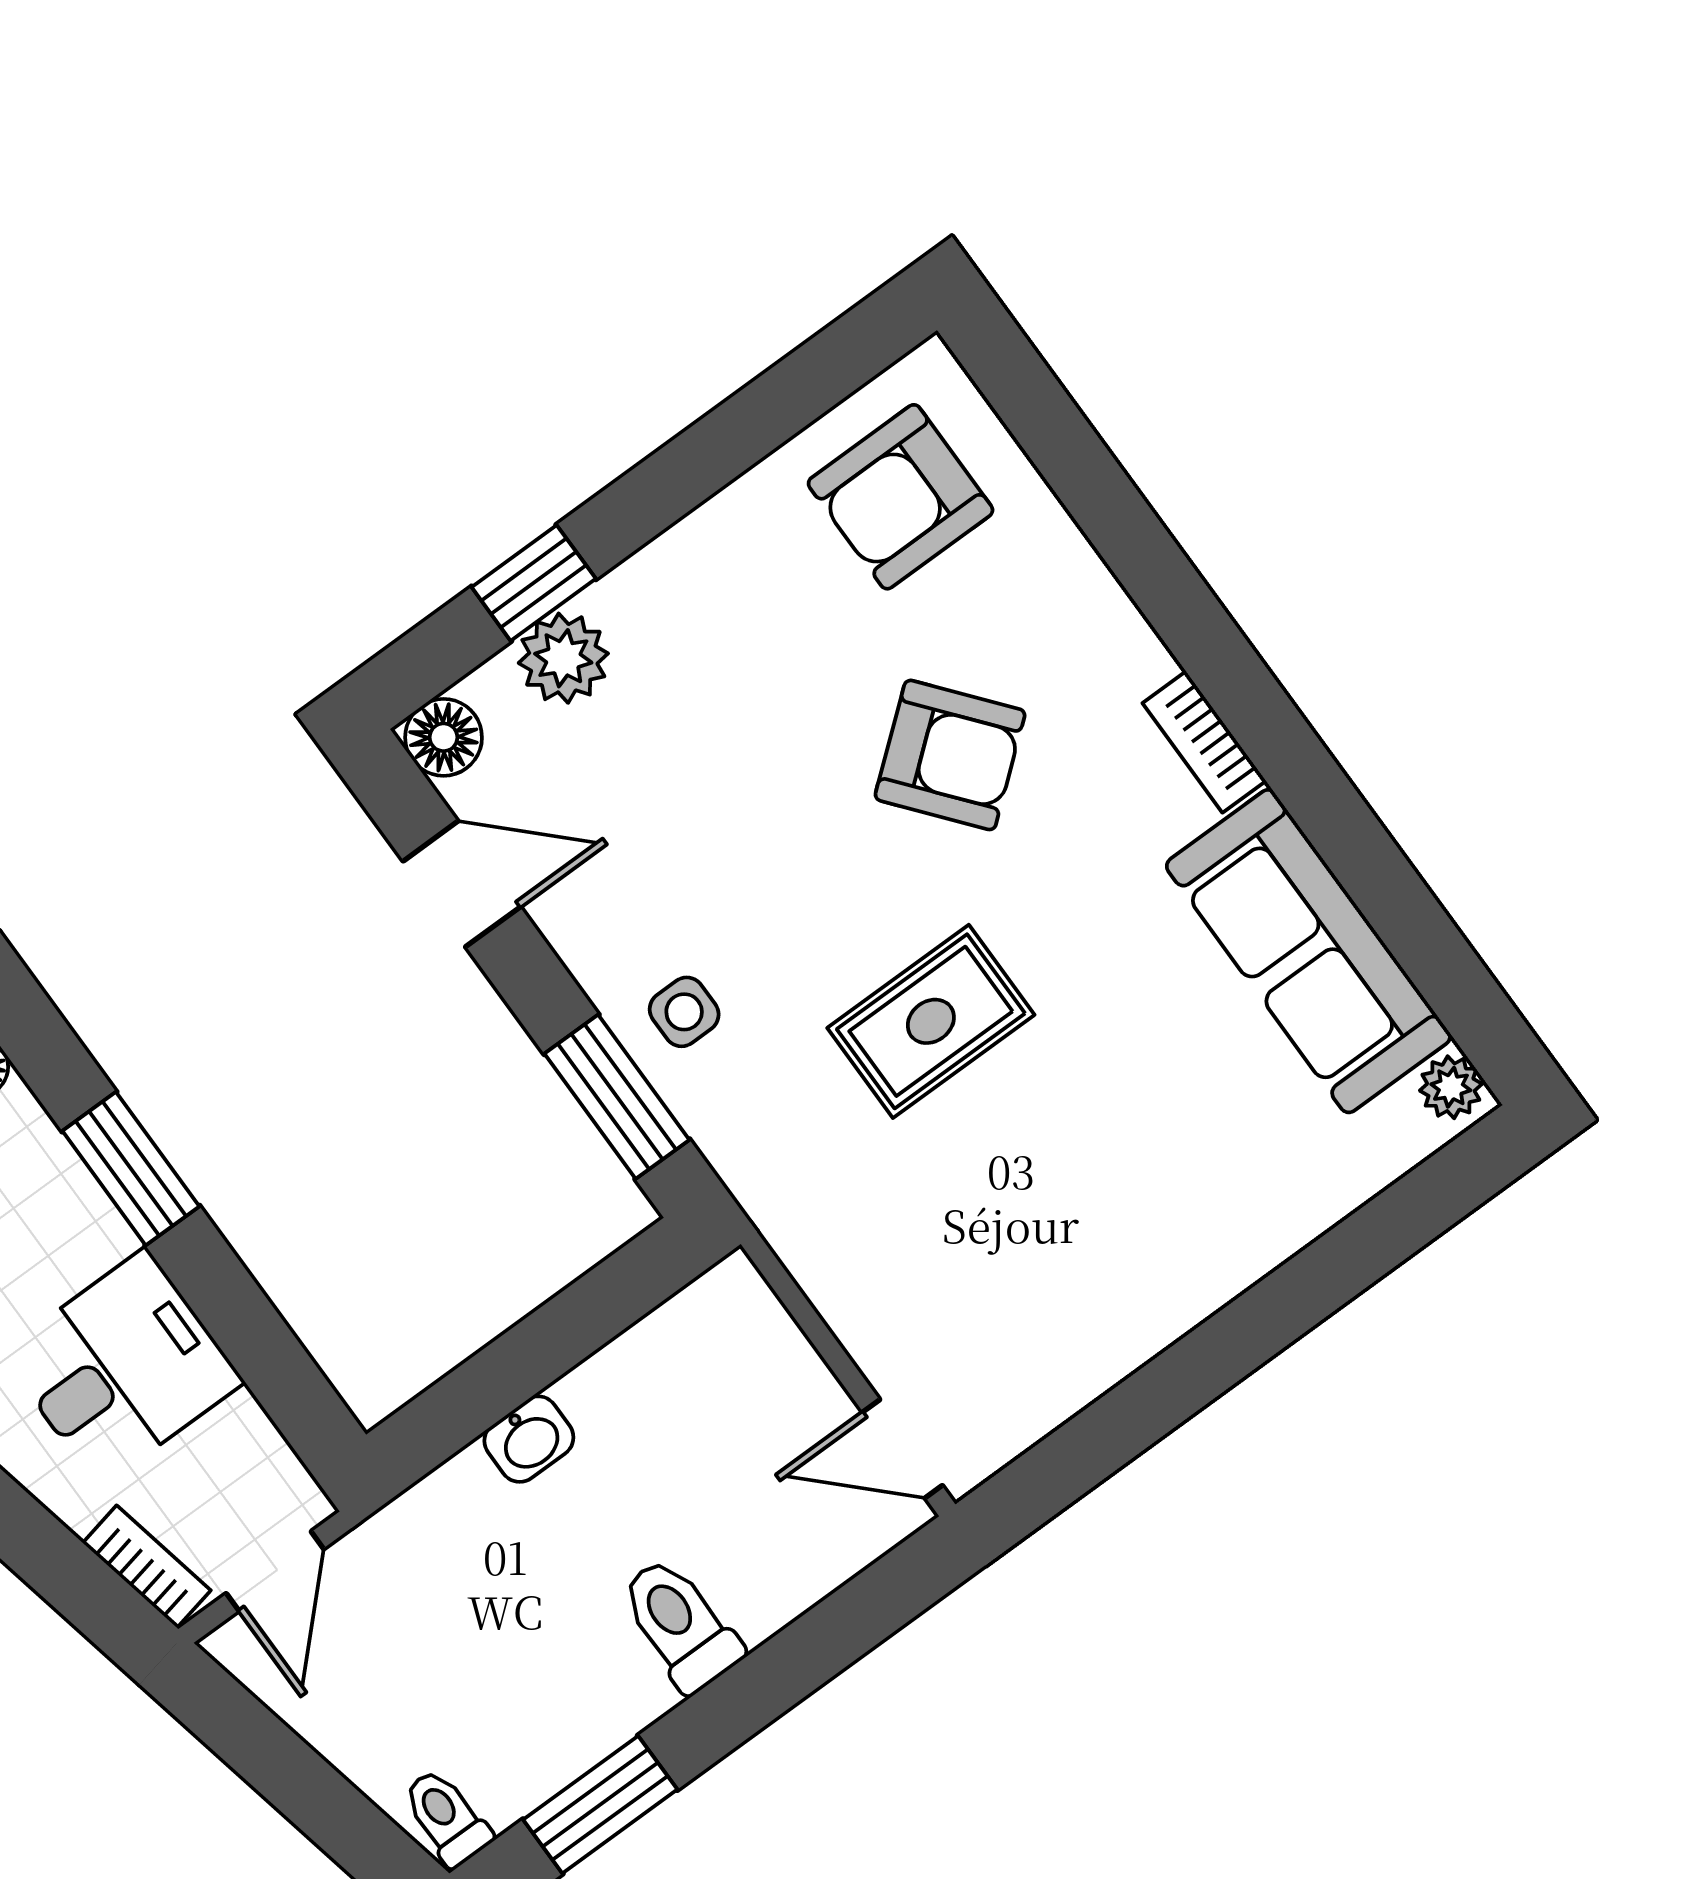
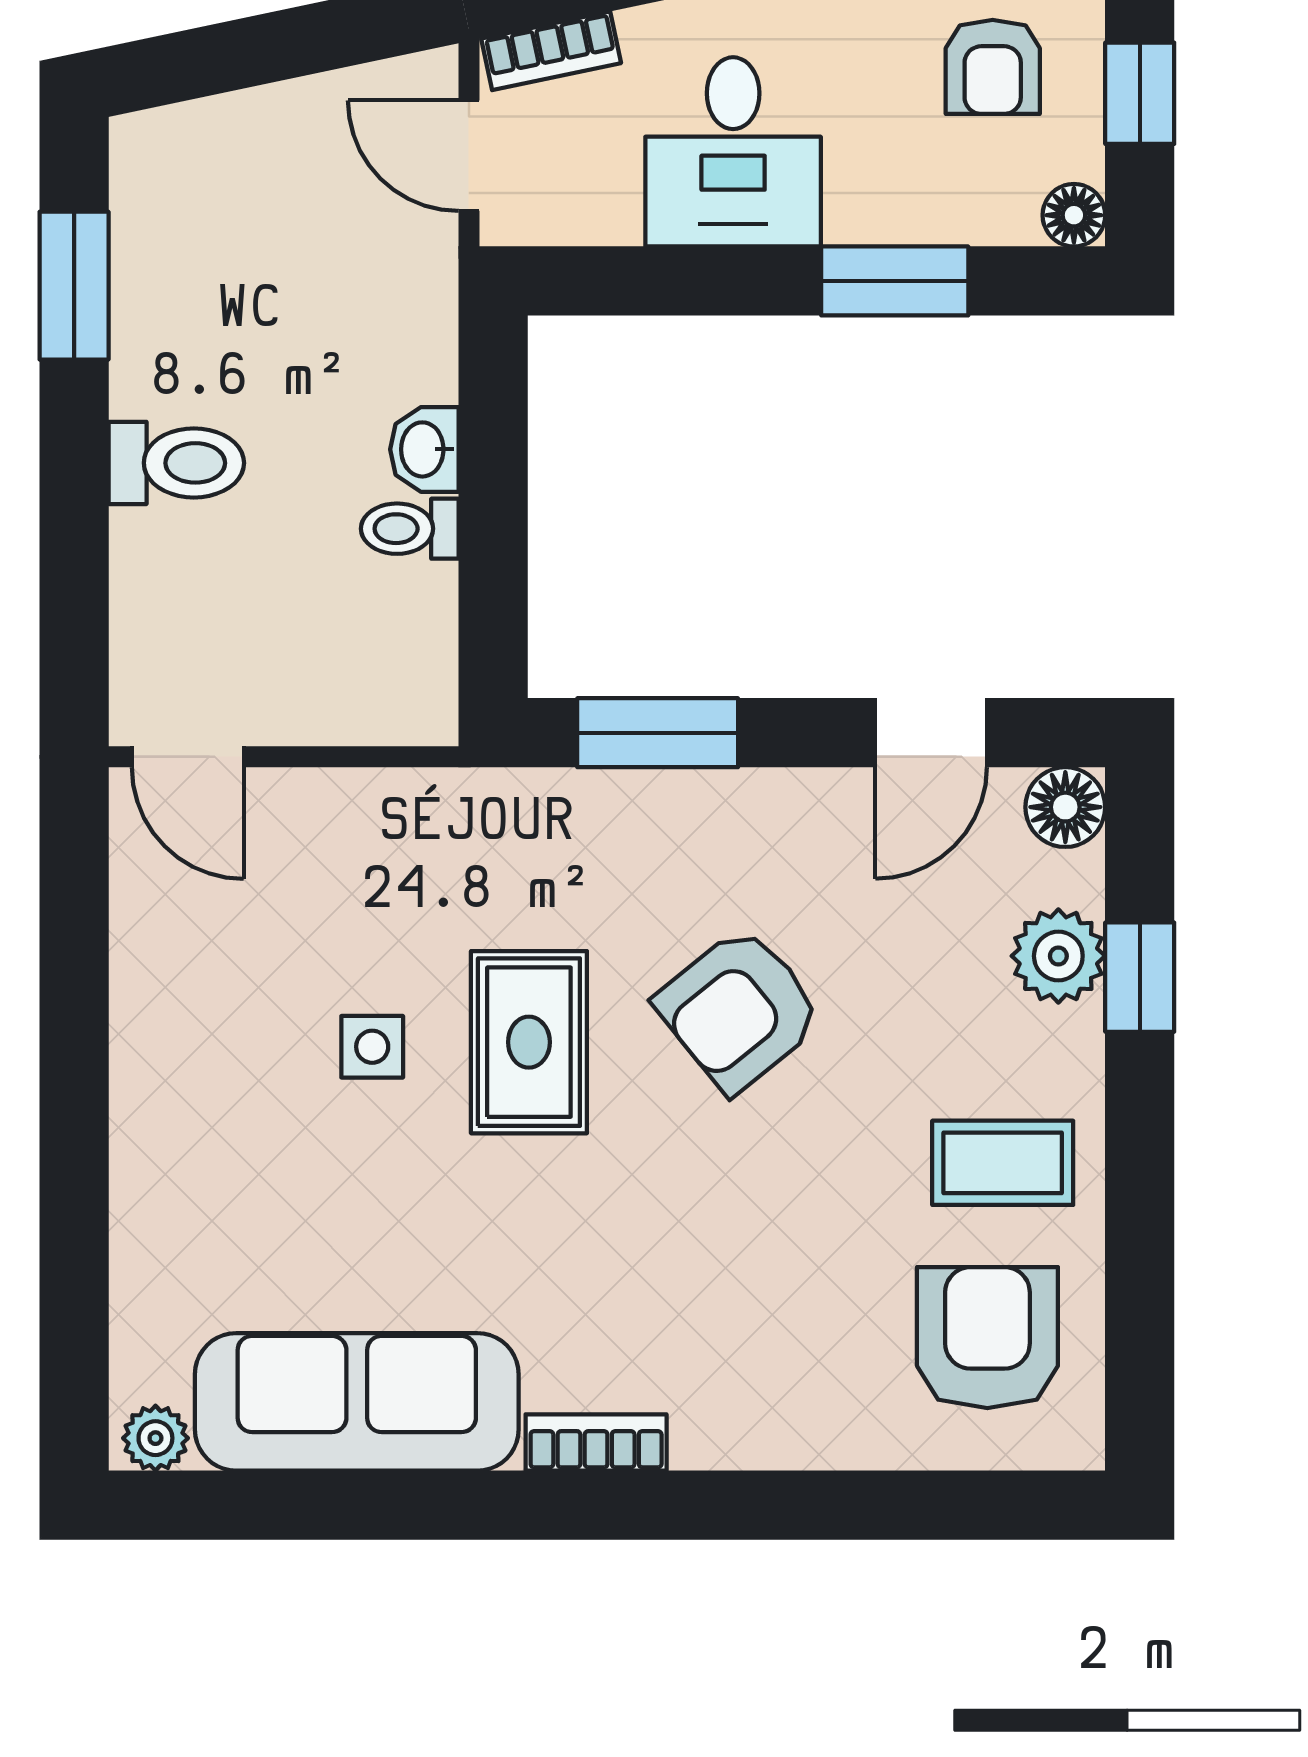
coffee table: (756, 584) -> (1003, 1163), added
armchair: (950, 755) -> (739, 1010), moved
side table: (684, 1012) -> (372, 1047), moved
door: (902, 1449) -> (188, 757), swing flipped
toilet: (446, 1817) -> (410, 529), moved, turned 180

